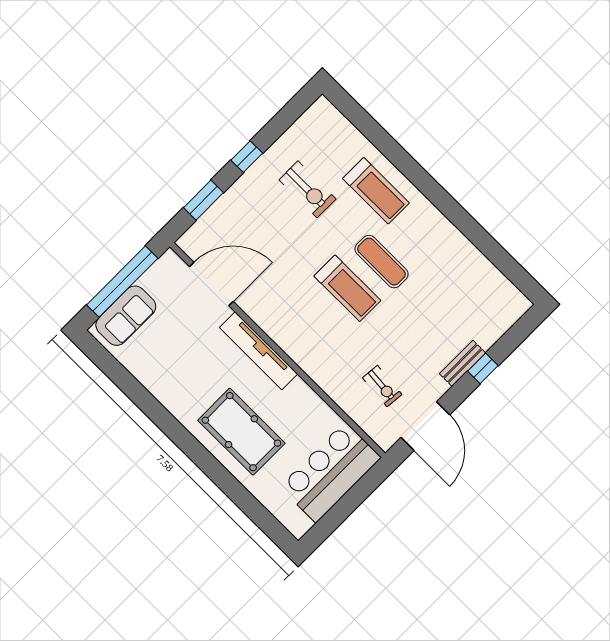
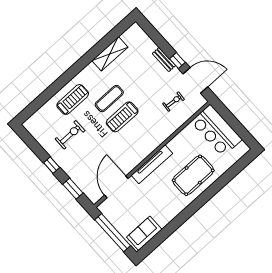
shelving: (468, 258) -> (110, 54), added
treadmill: (347, 288) -> (122, 117), turned 180
sofa: (126, 316) -> (144, 233), moved, turned -90
window: (483, 368) -> (177, 61), moved

